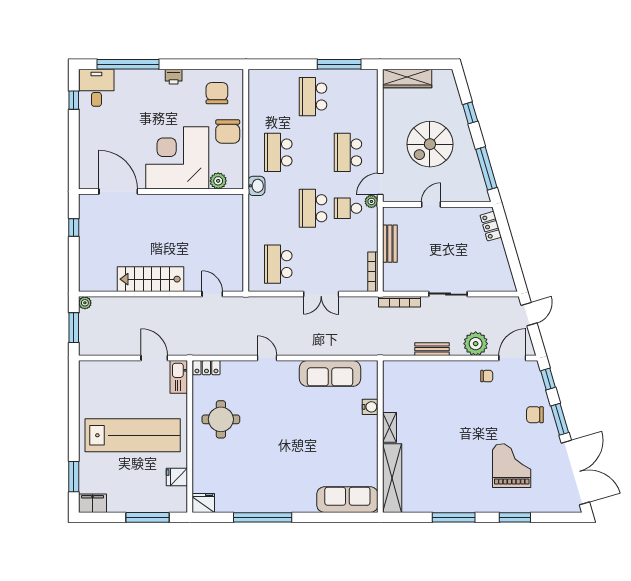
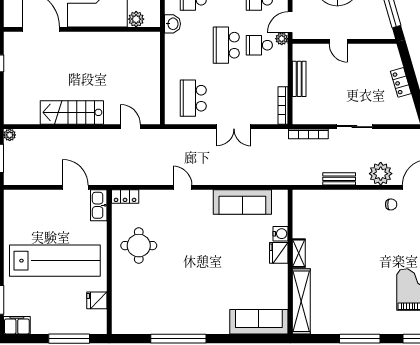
door: (431, 204) -> (338, 41), swing flipped
locker: (491, 226) -> (401, 82), moved
fridge: (203, 503) -> (279, 253), moved, turned -90

